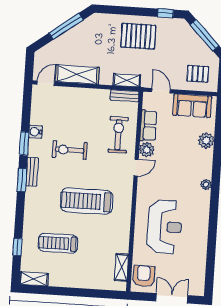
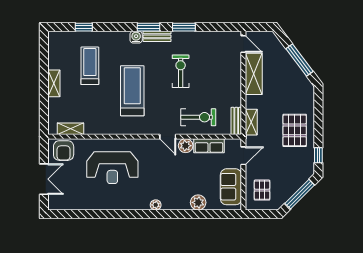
water cooler: (35, 132) -> (136, 37), moved
armchair: (144, 276) -> (64, 151), turned 90
shelving: (34, 279) -> (54, 83), moved

